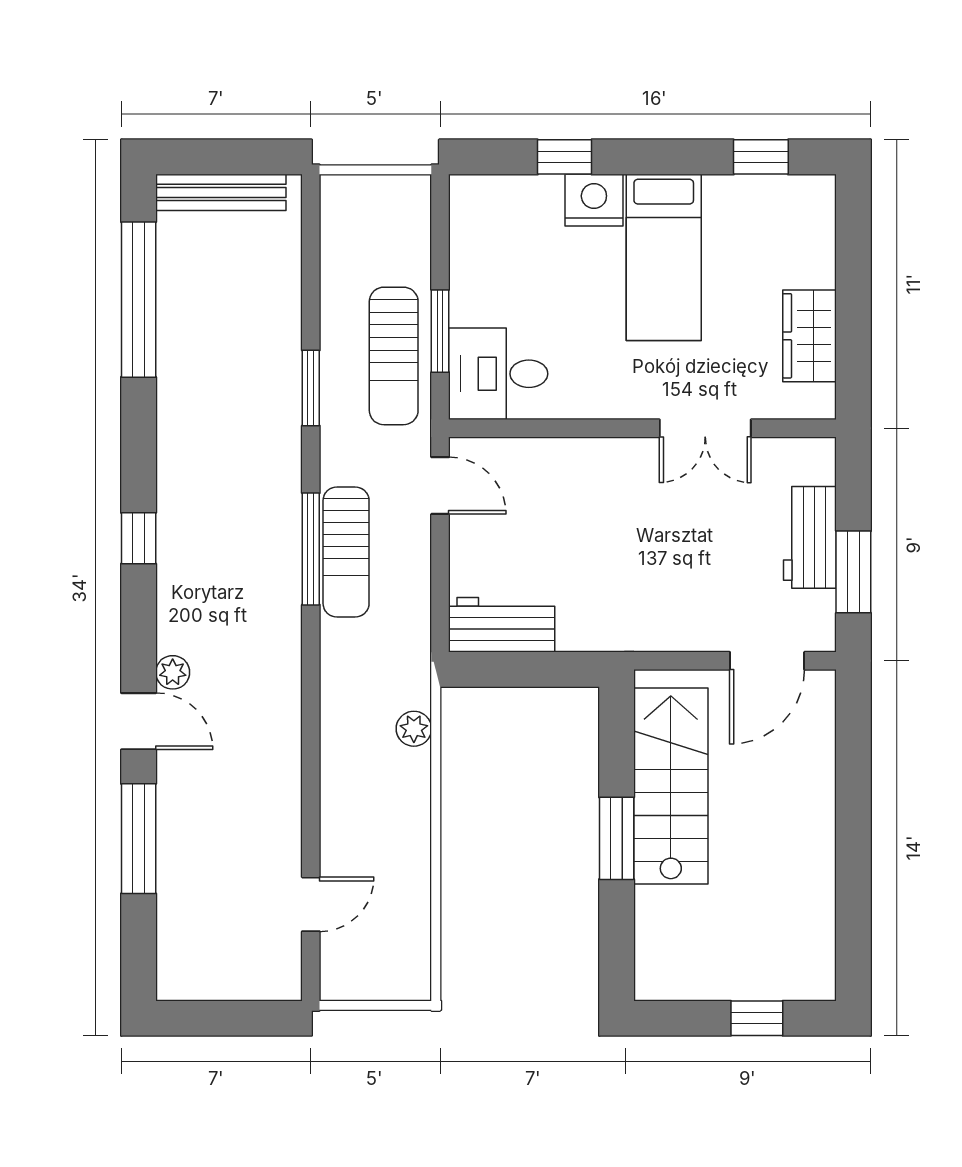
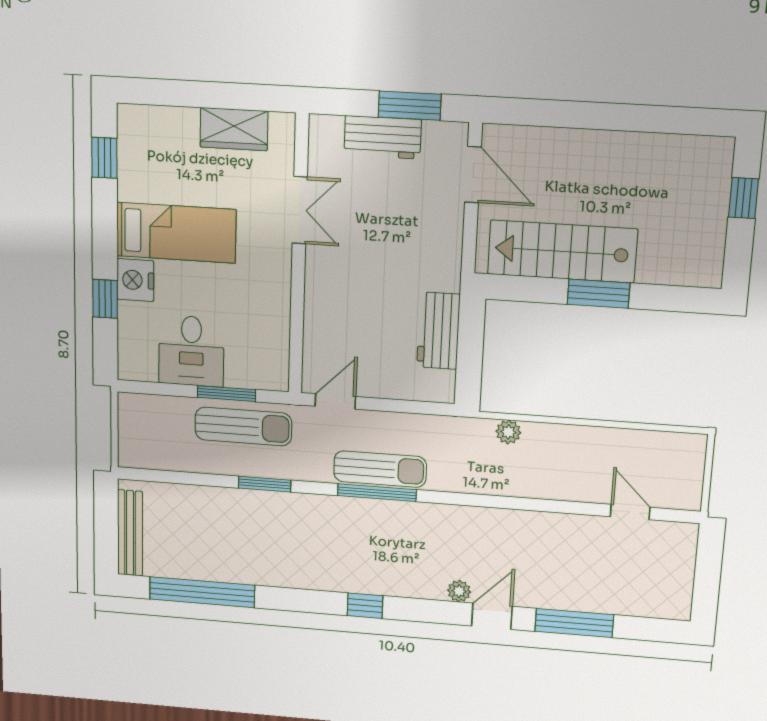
desk: (498, 374) -> (191, 351), moved
workbench: (502, 625) -> (438, 331), moved

